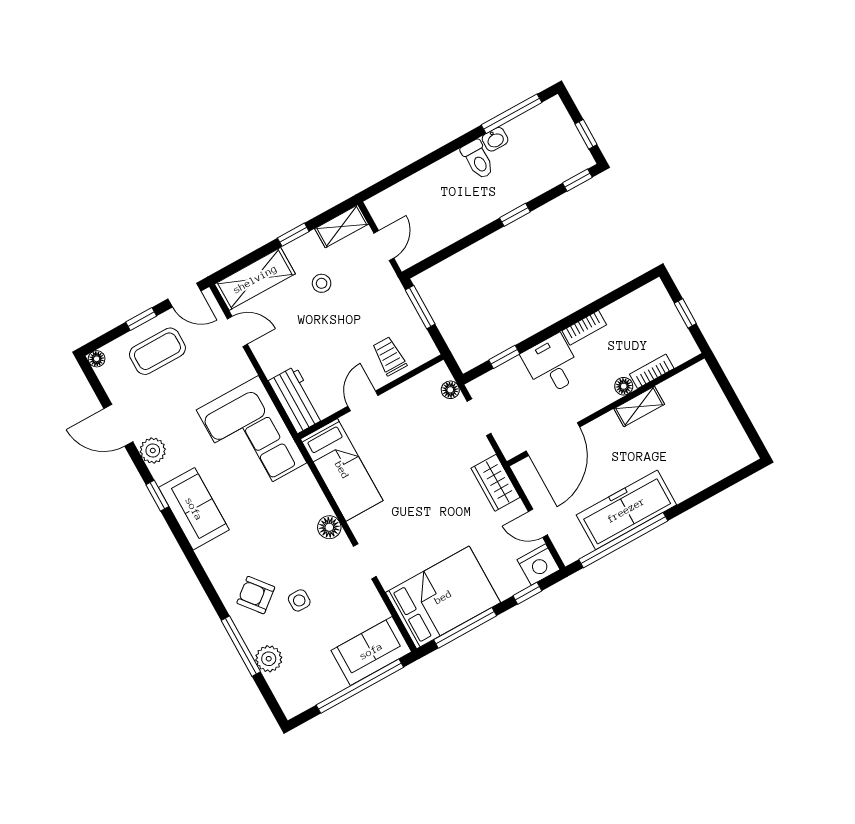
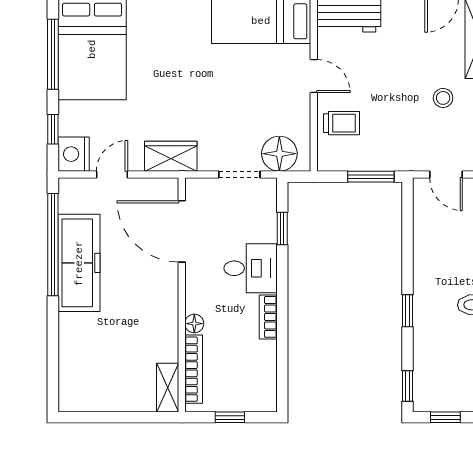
bookcase: (652, 371) -> (194, 369), width x1.56
floor lamp: (450, 390) -> (279, 154), width x1.89, depth x1.89
shelving: (639, 407) -> (168, 388), moved

